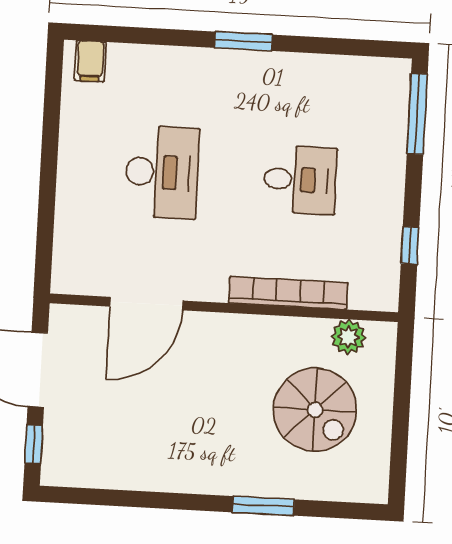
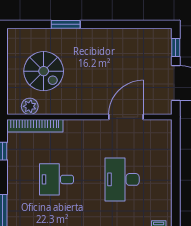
bookcase: (288, 293) -> (35, 126), moved
spiral stairs: (315, 410) -> (44, 71), turned 180

